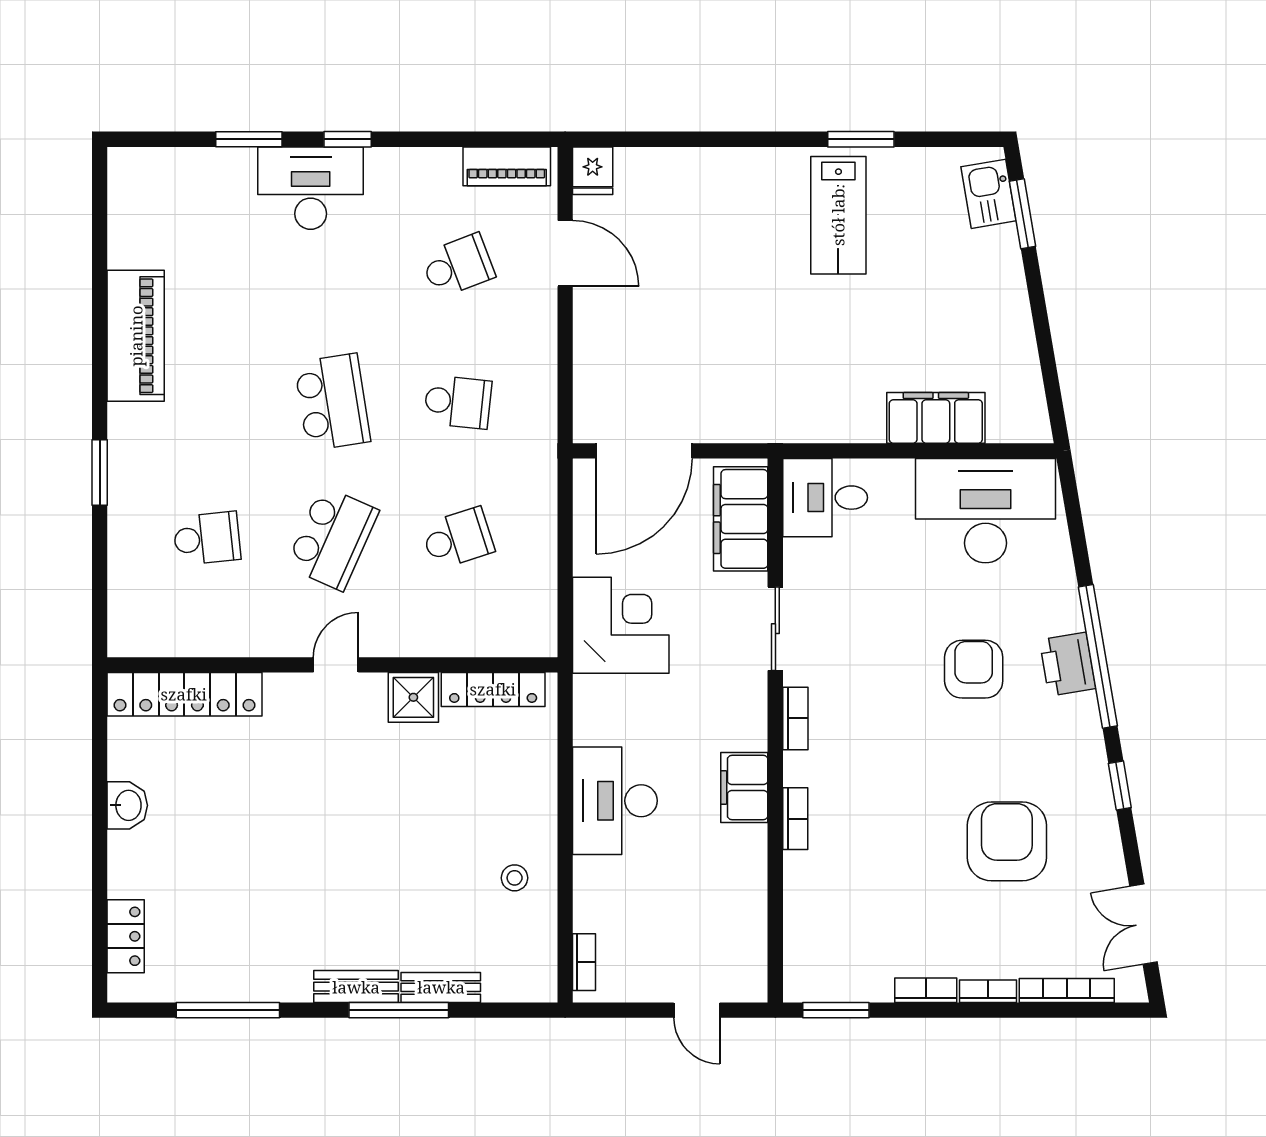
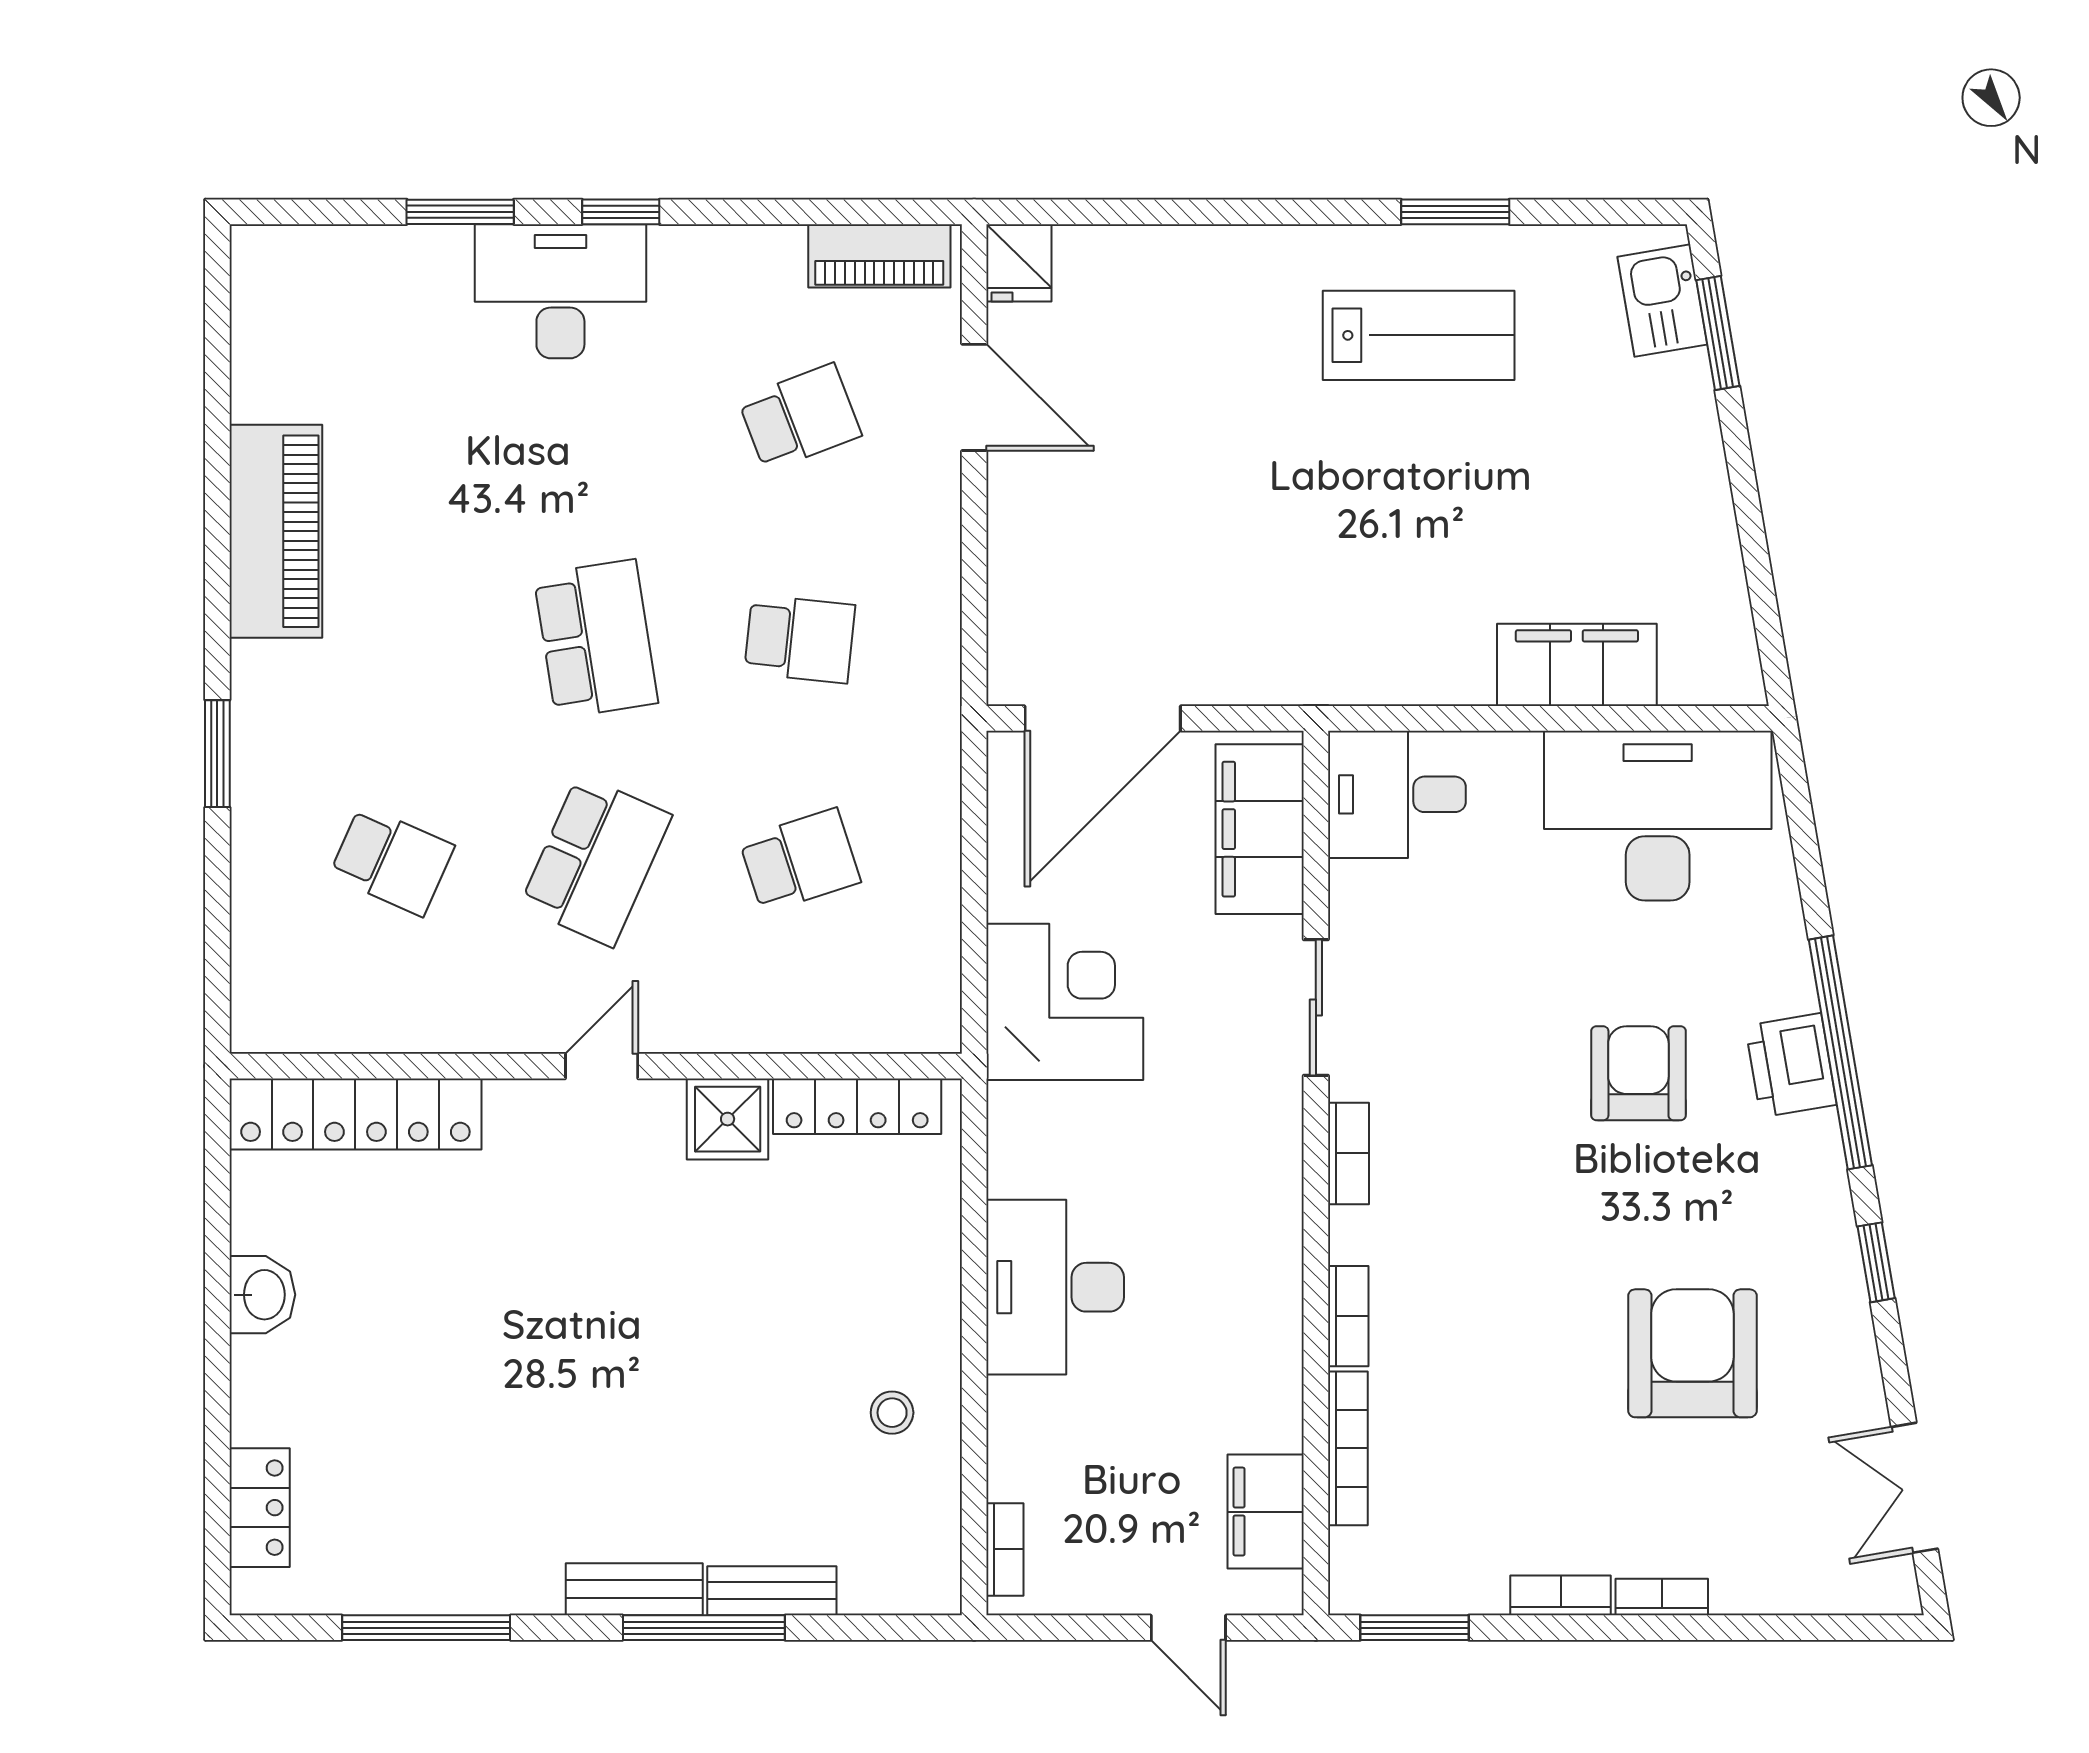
lab bench: (838, 215) -> (1419, 335), turned -90
school desk: (207, 538) -> (392, 861), turned 30
filing cabinet: (744, 787) -> (1266, 1512), moved
bookcase: (1067, 990) -> (1348, 1448), moved, turned 90

